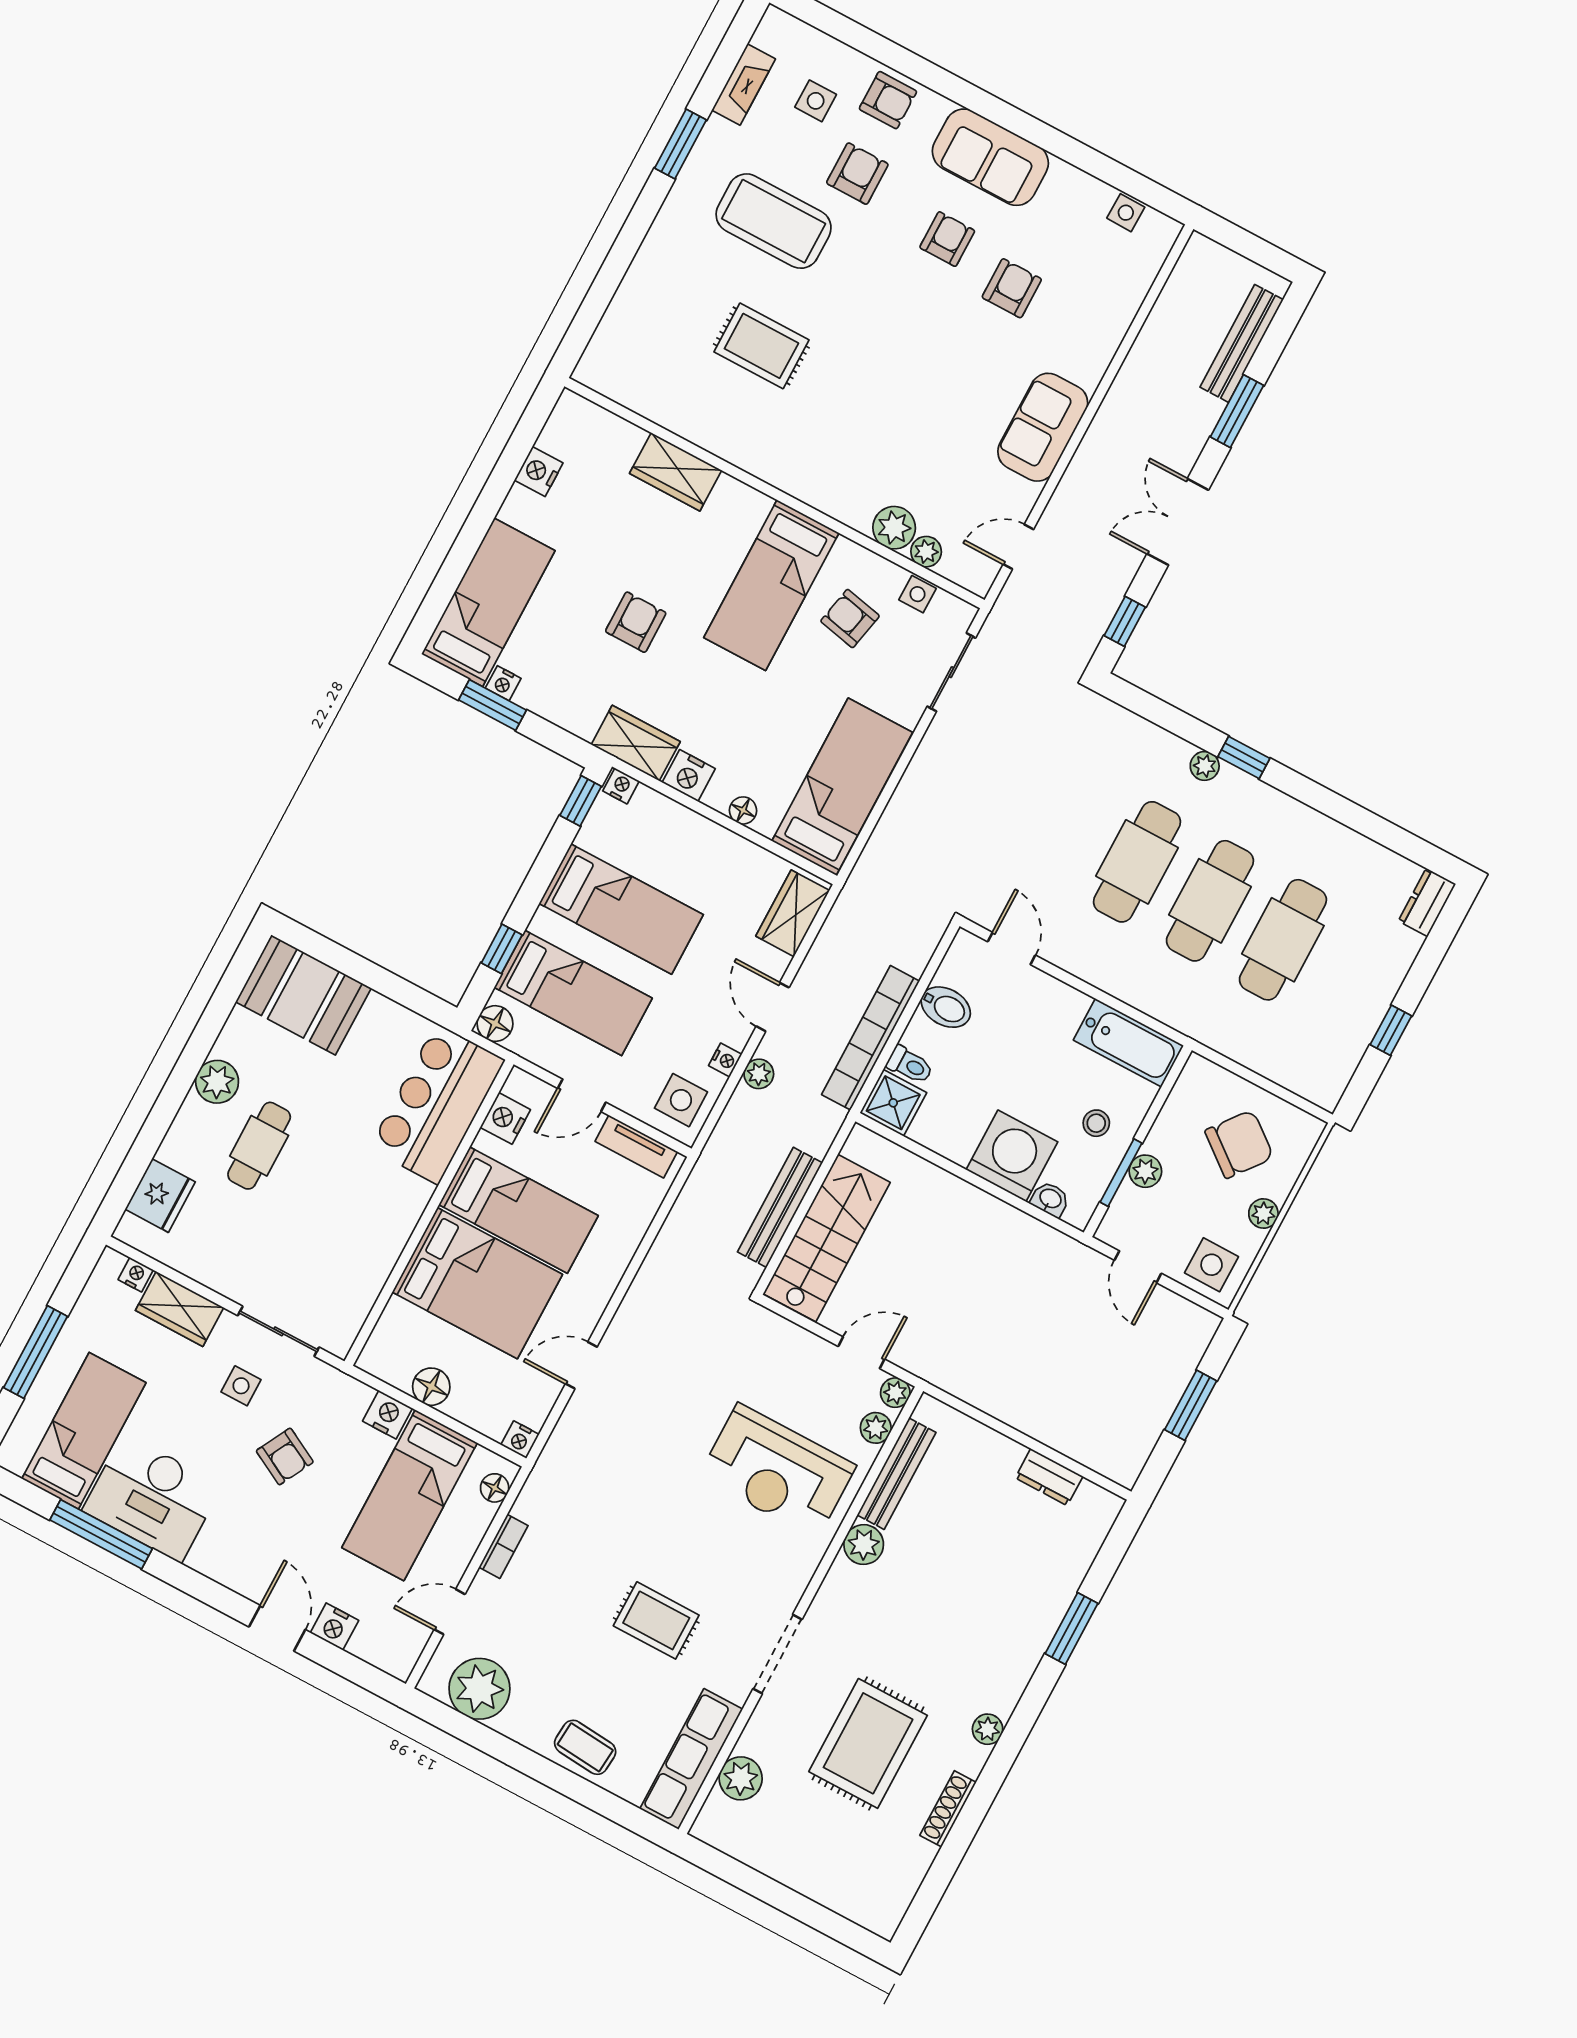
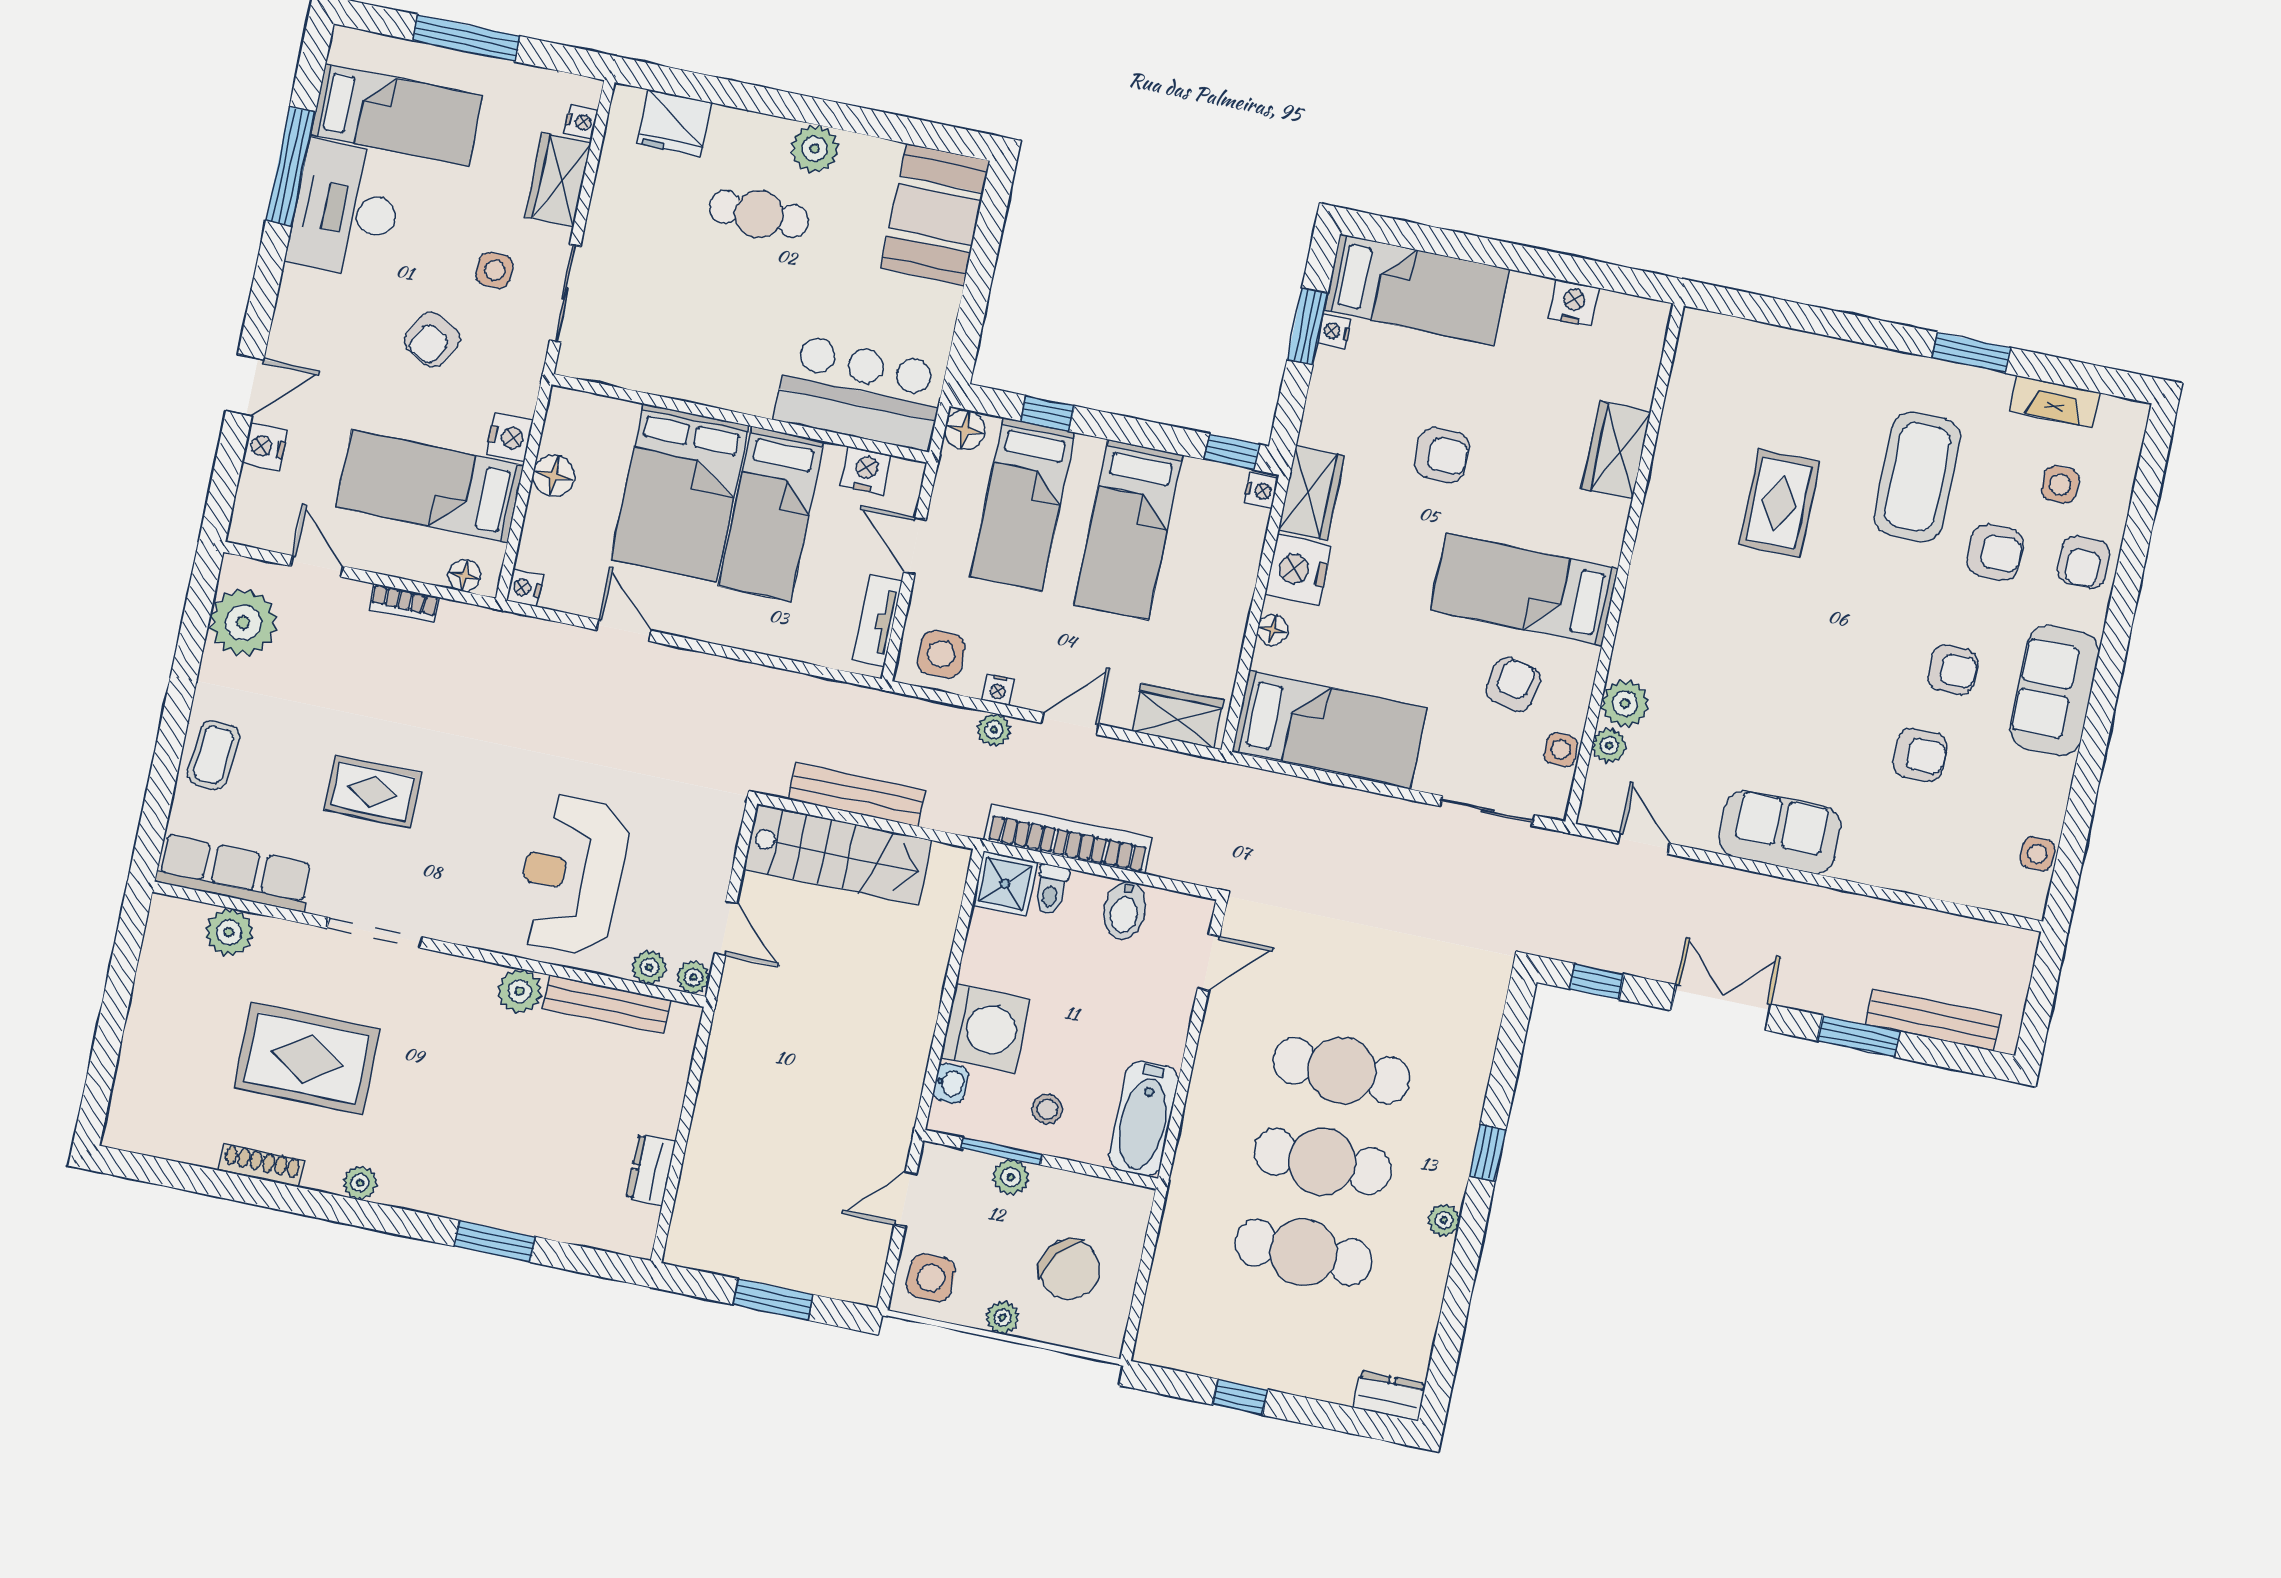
plant: (1205, 766) -> (1444, 1220), moved
nightstand: (689, 776) -> (1298, 570), width x1.36, depth x1.33
rug: (656, 1620) -> (373, 791), turned 90

